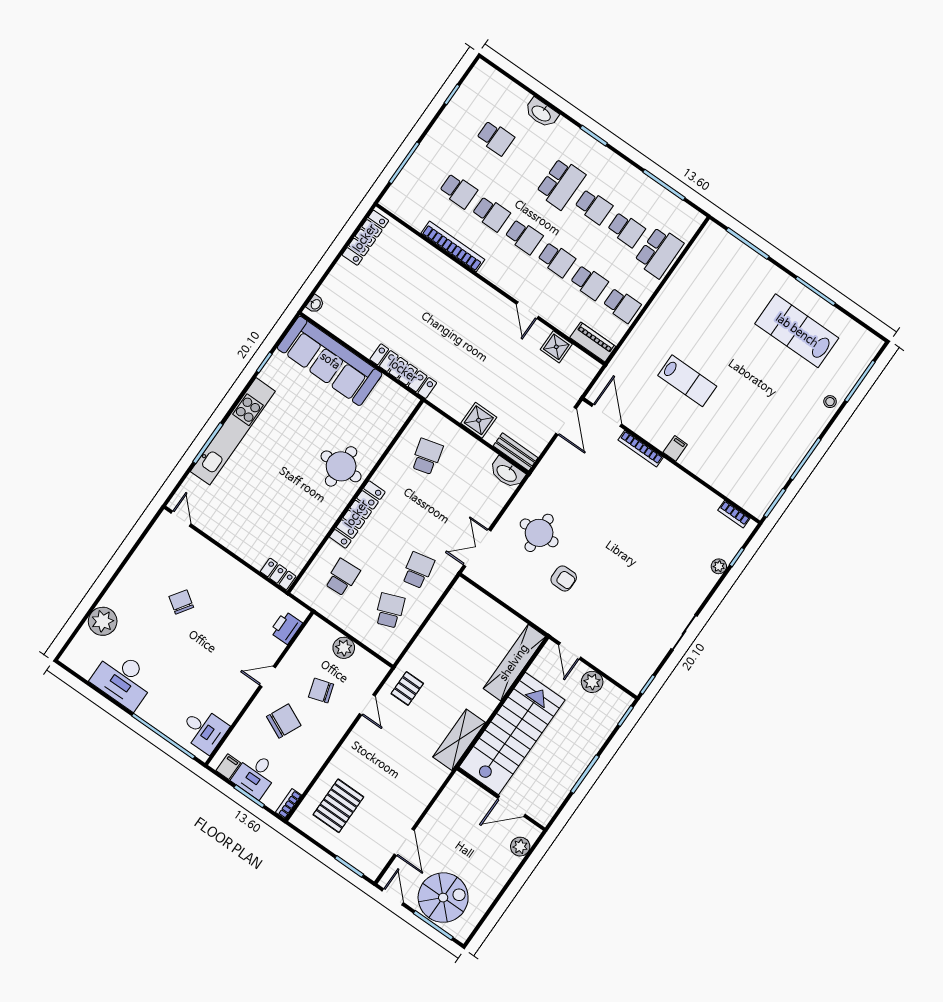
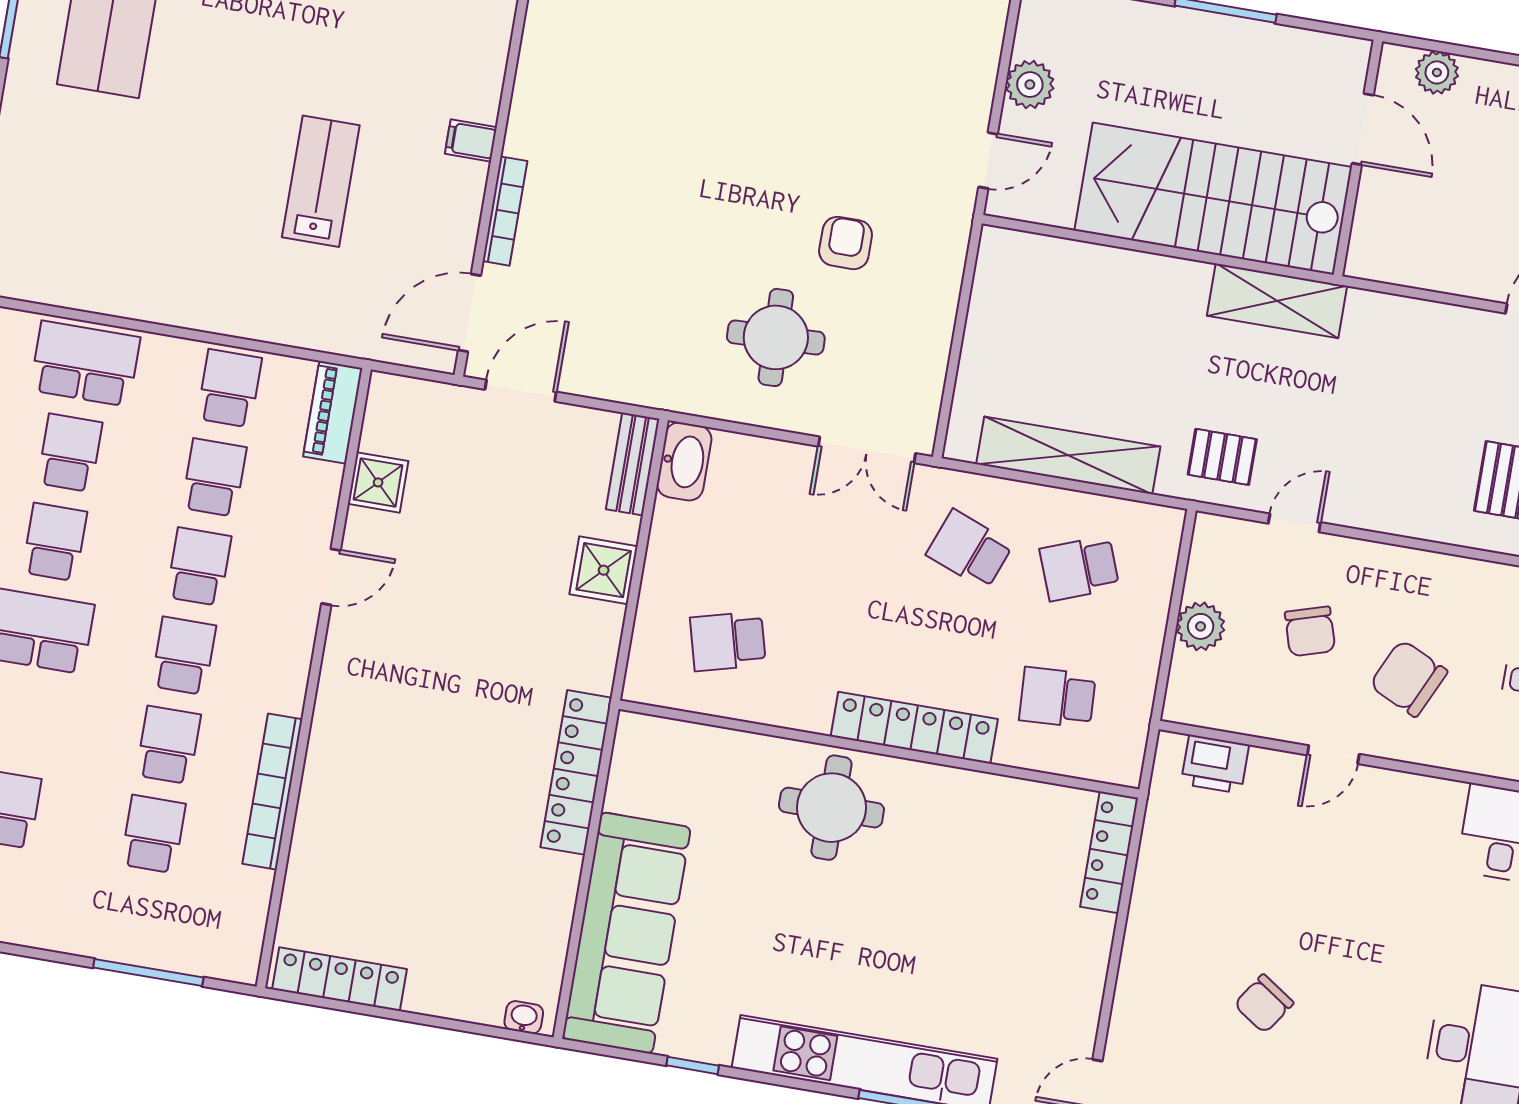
school desk: (418, 570) -> (970, 550), turned 33
locker: (278, 574) -> (1109, 852), width x1.53
shelving: (514, 663) -> (1068, 455), moved
door: (268, 677) -> (1333, 755), hinge flipped

